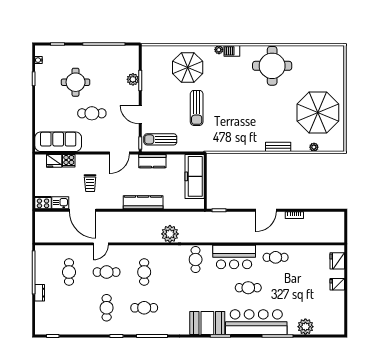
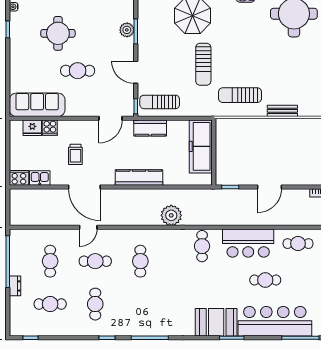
sun lounger: (227, 134) -> (240, 95), added
bench: (278, 147) -> (282, 111), moved
door: (83, 210) -> (84, 187), moved
door: (266, 210) -> (269, 187), moved
cafe table: (144, 308) -> (50, 304), moved

